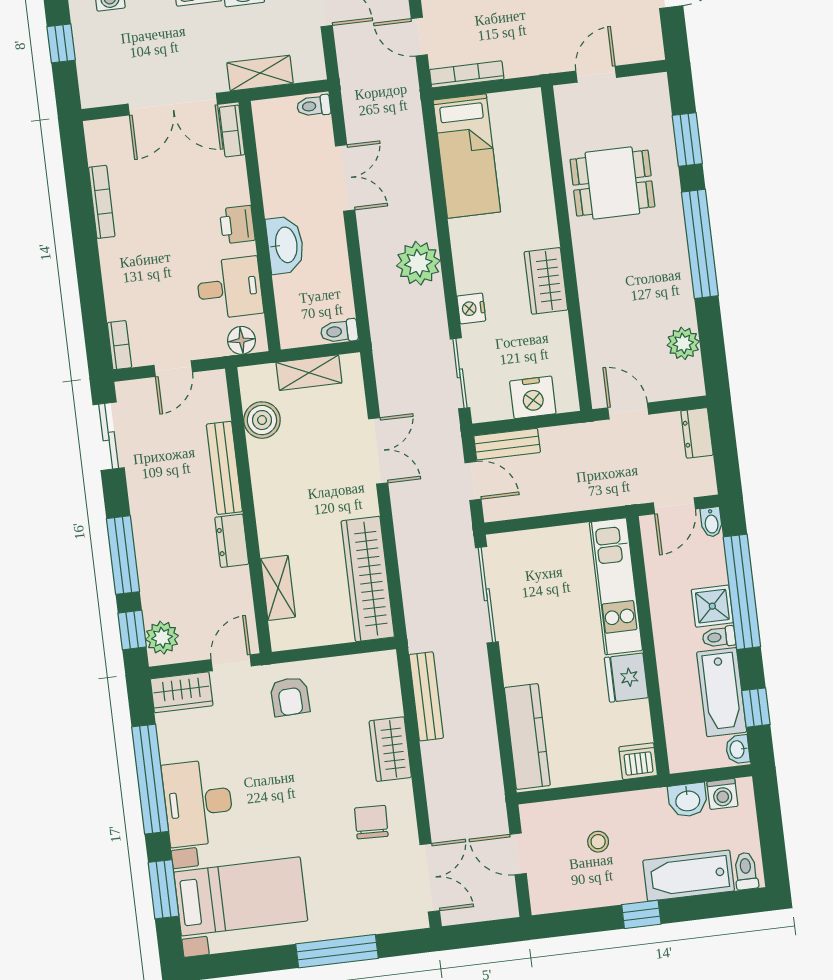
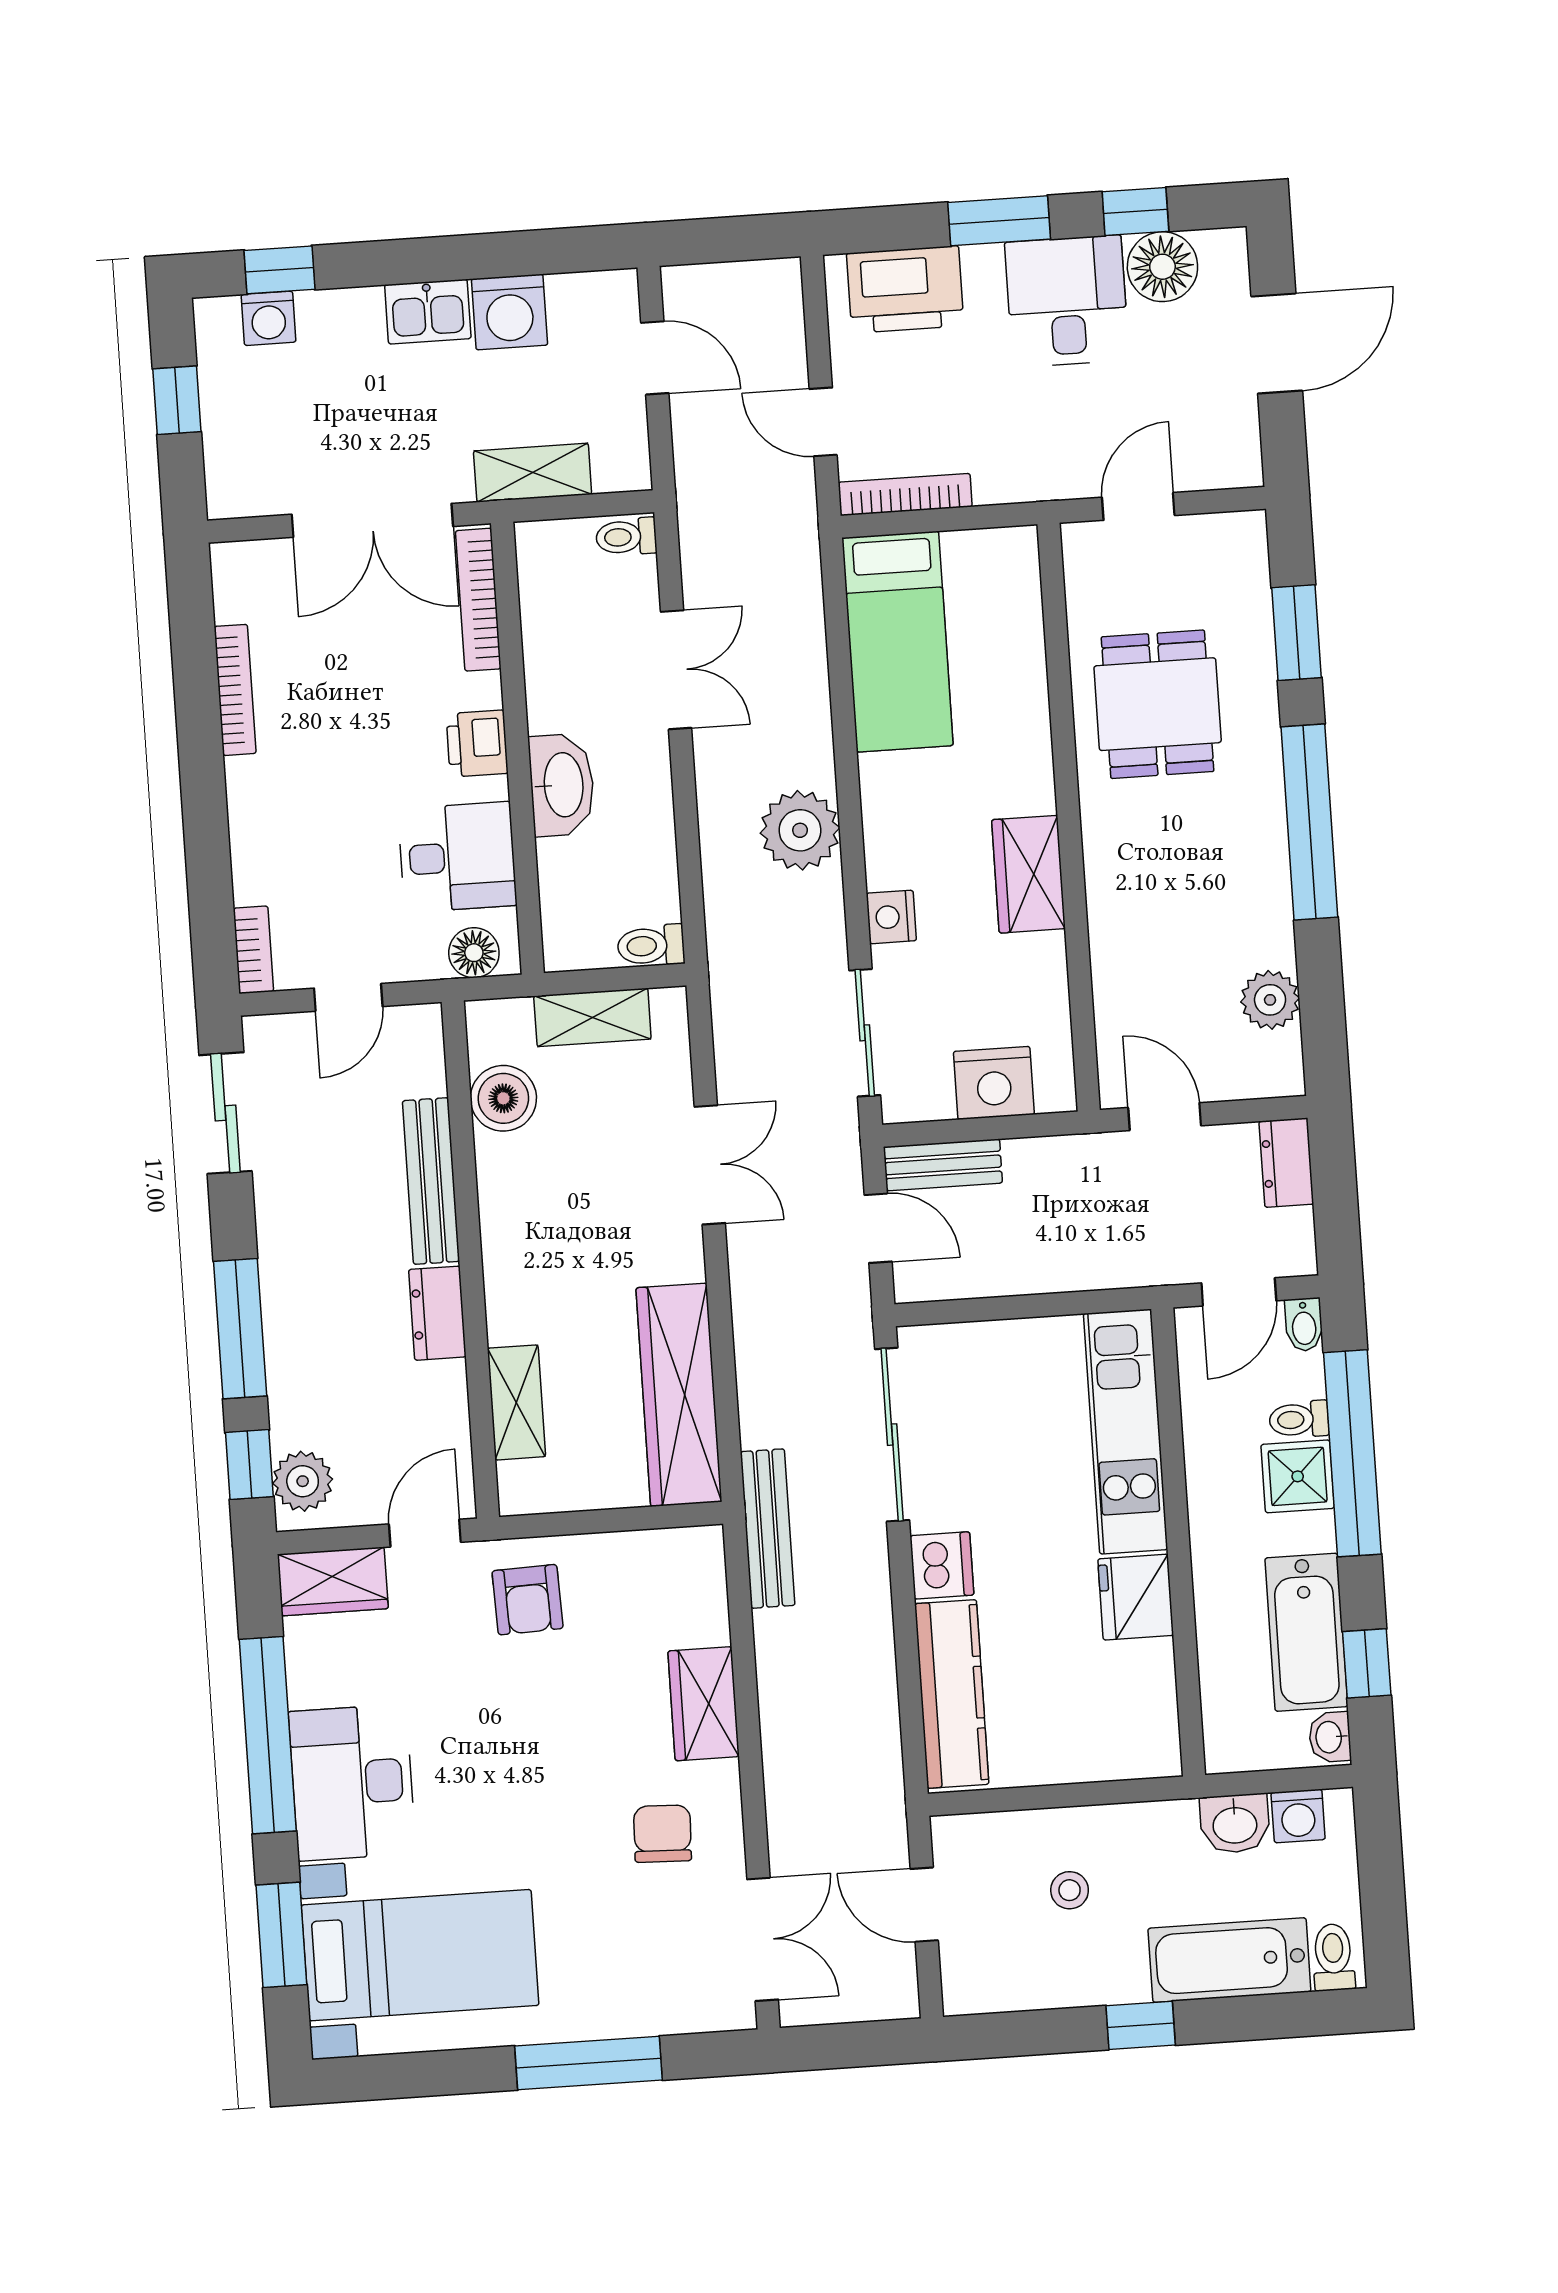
bookcase: (232, 131) -> (478, 600), width x1.56
dining table: (612, 183) -> (1158, 704), turned 90
toilet: (719, 637) -> (1299, 1419), moved
bench: (426, 696) -> (768, 1529), moved
dishwasher: (638, 761) -> (942, 1565), moved, turned 90

